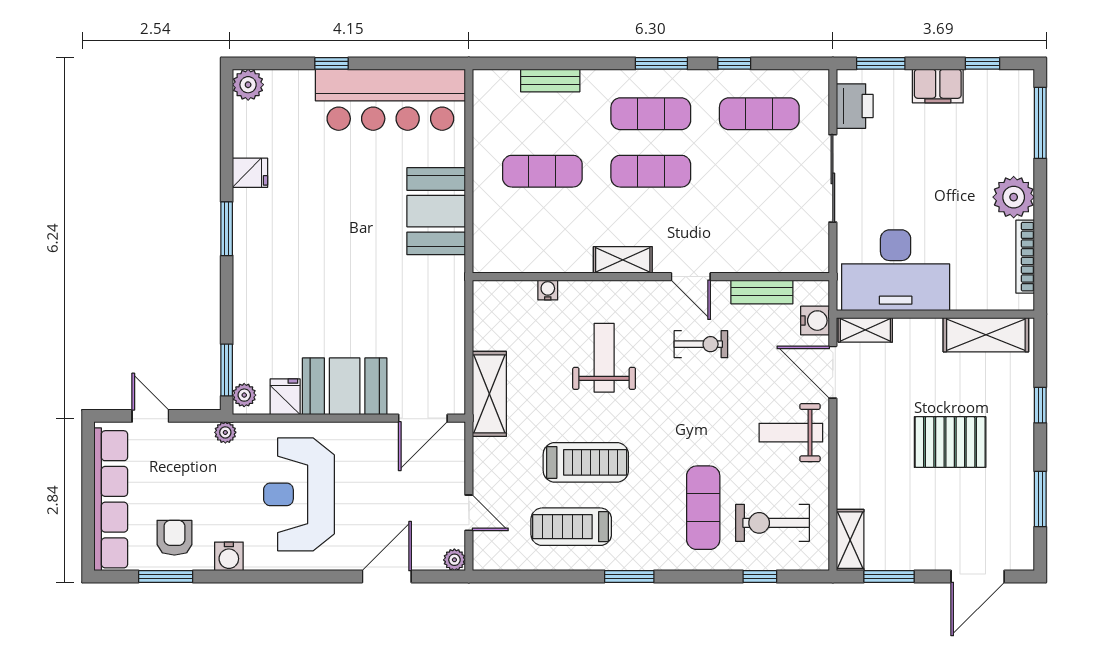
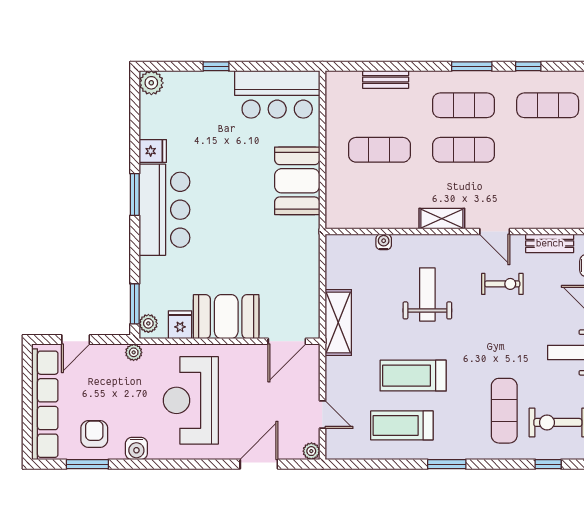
bar counter: (390, 100) -> (277, 94), width x0.73
bar counter: (265, 248) -> (165, 210), added
door: (150, 416) -> (76, 340), swing flipped
treadmill: (586, 462) -> (413, 376), turned 180

